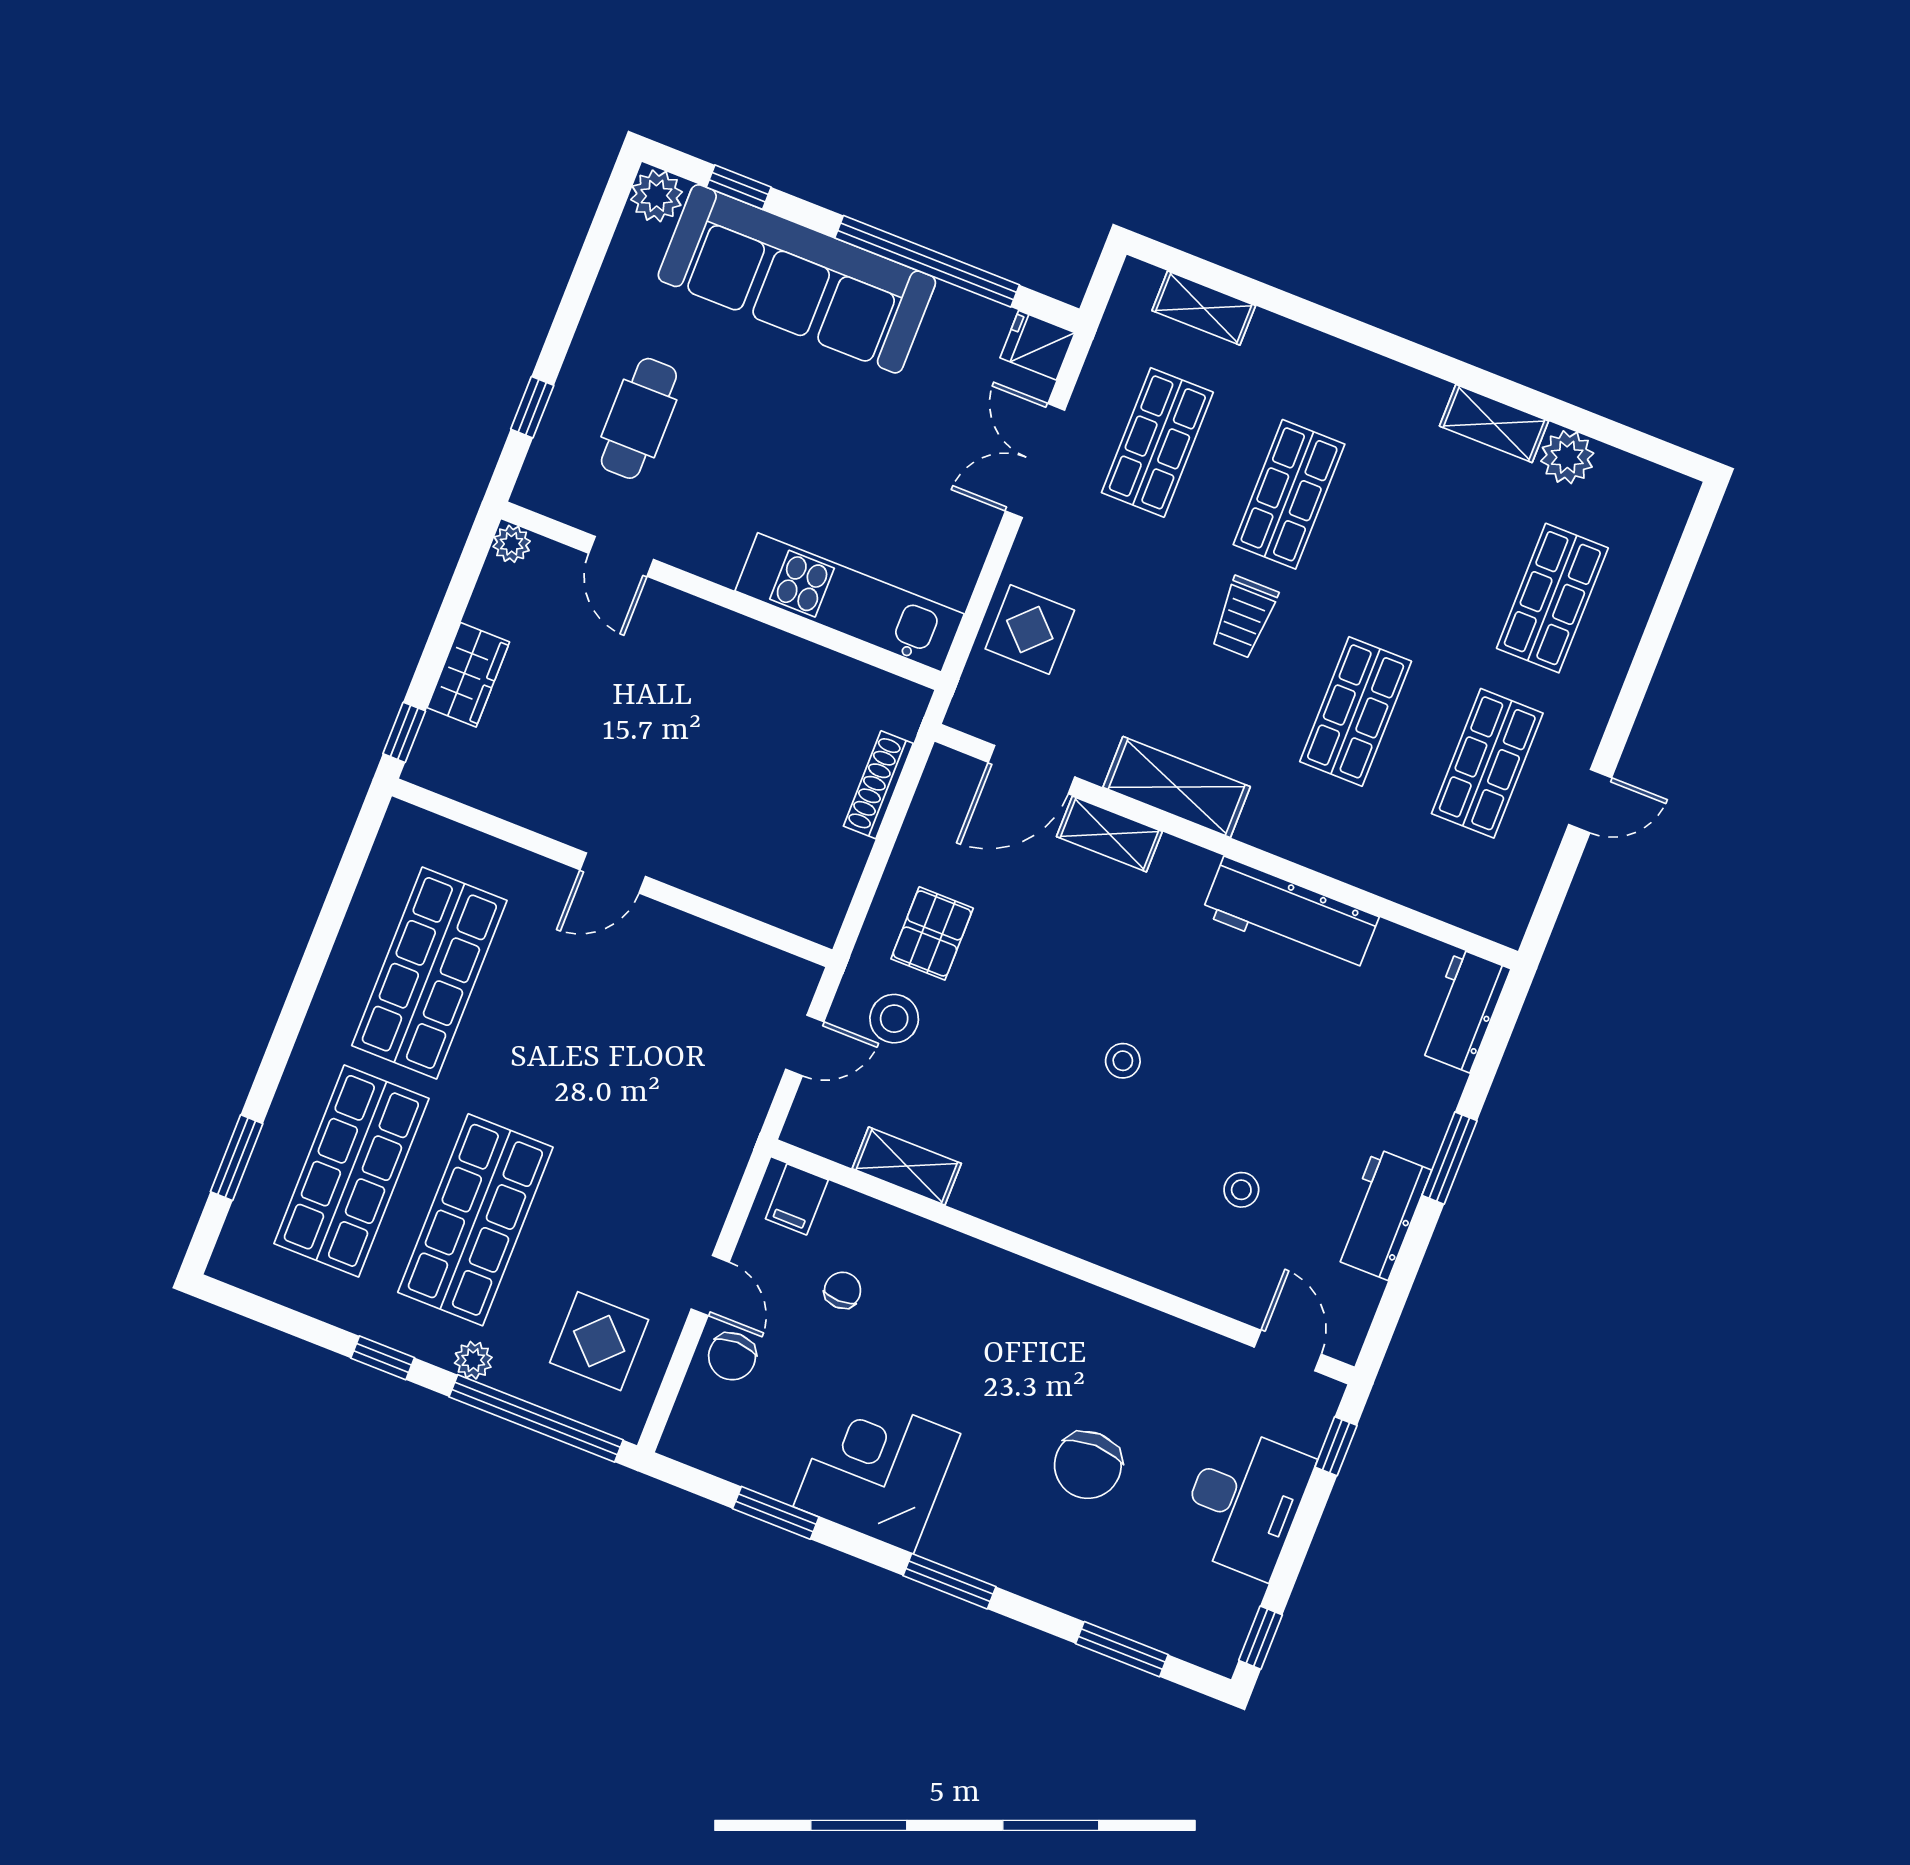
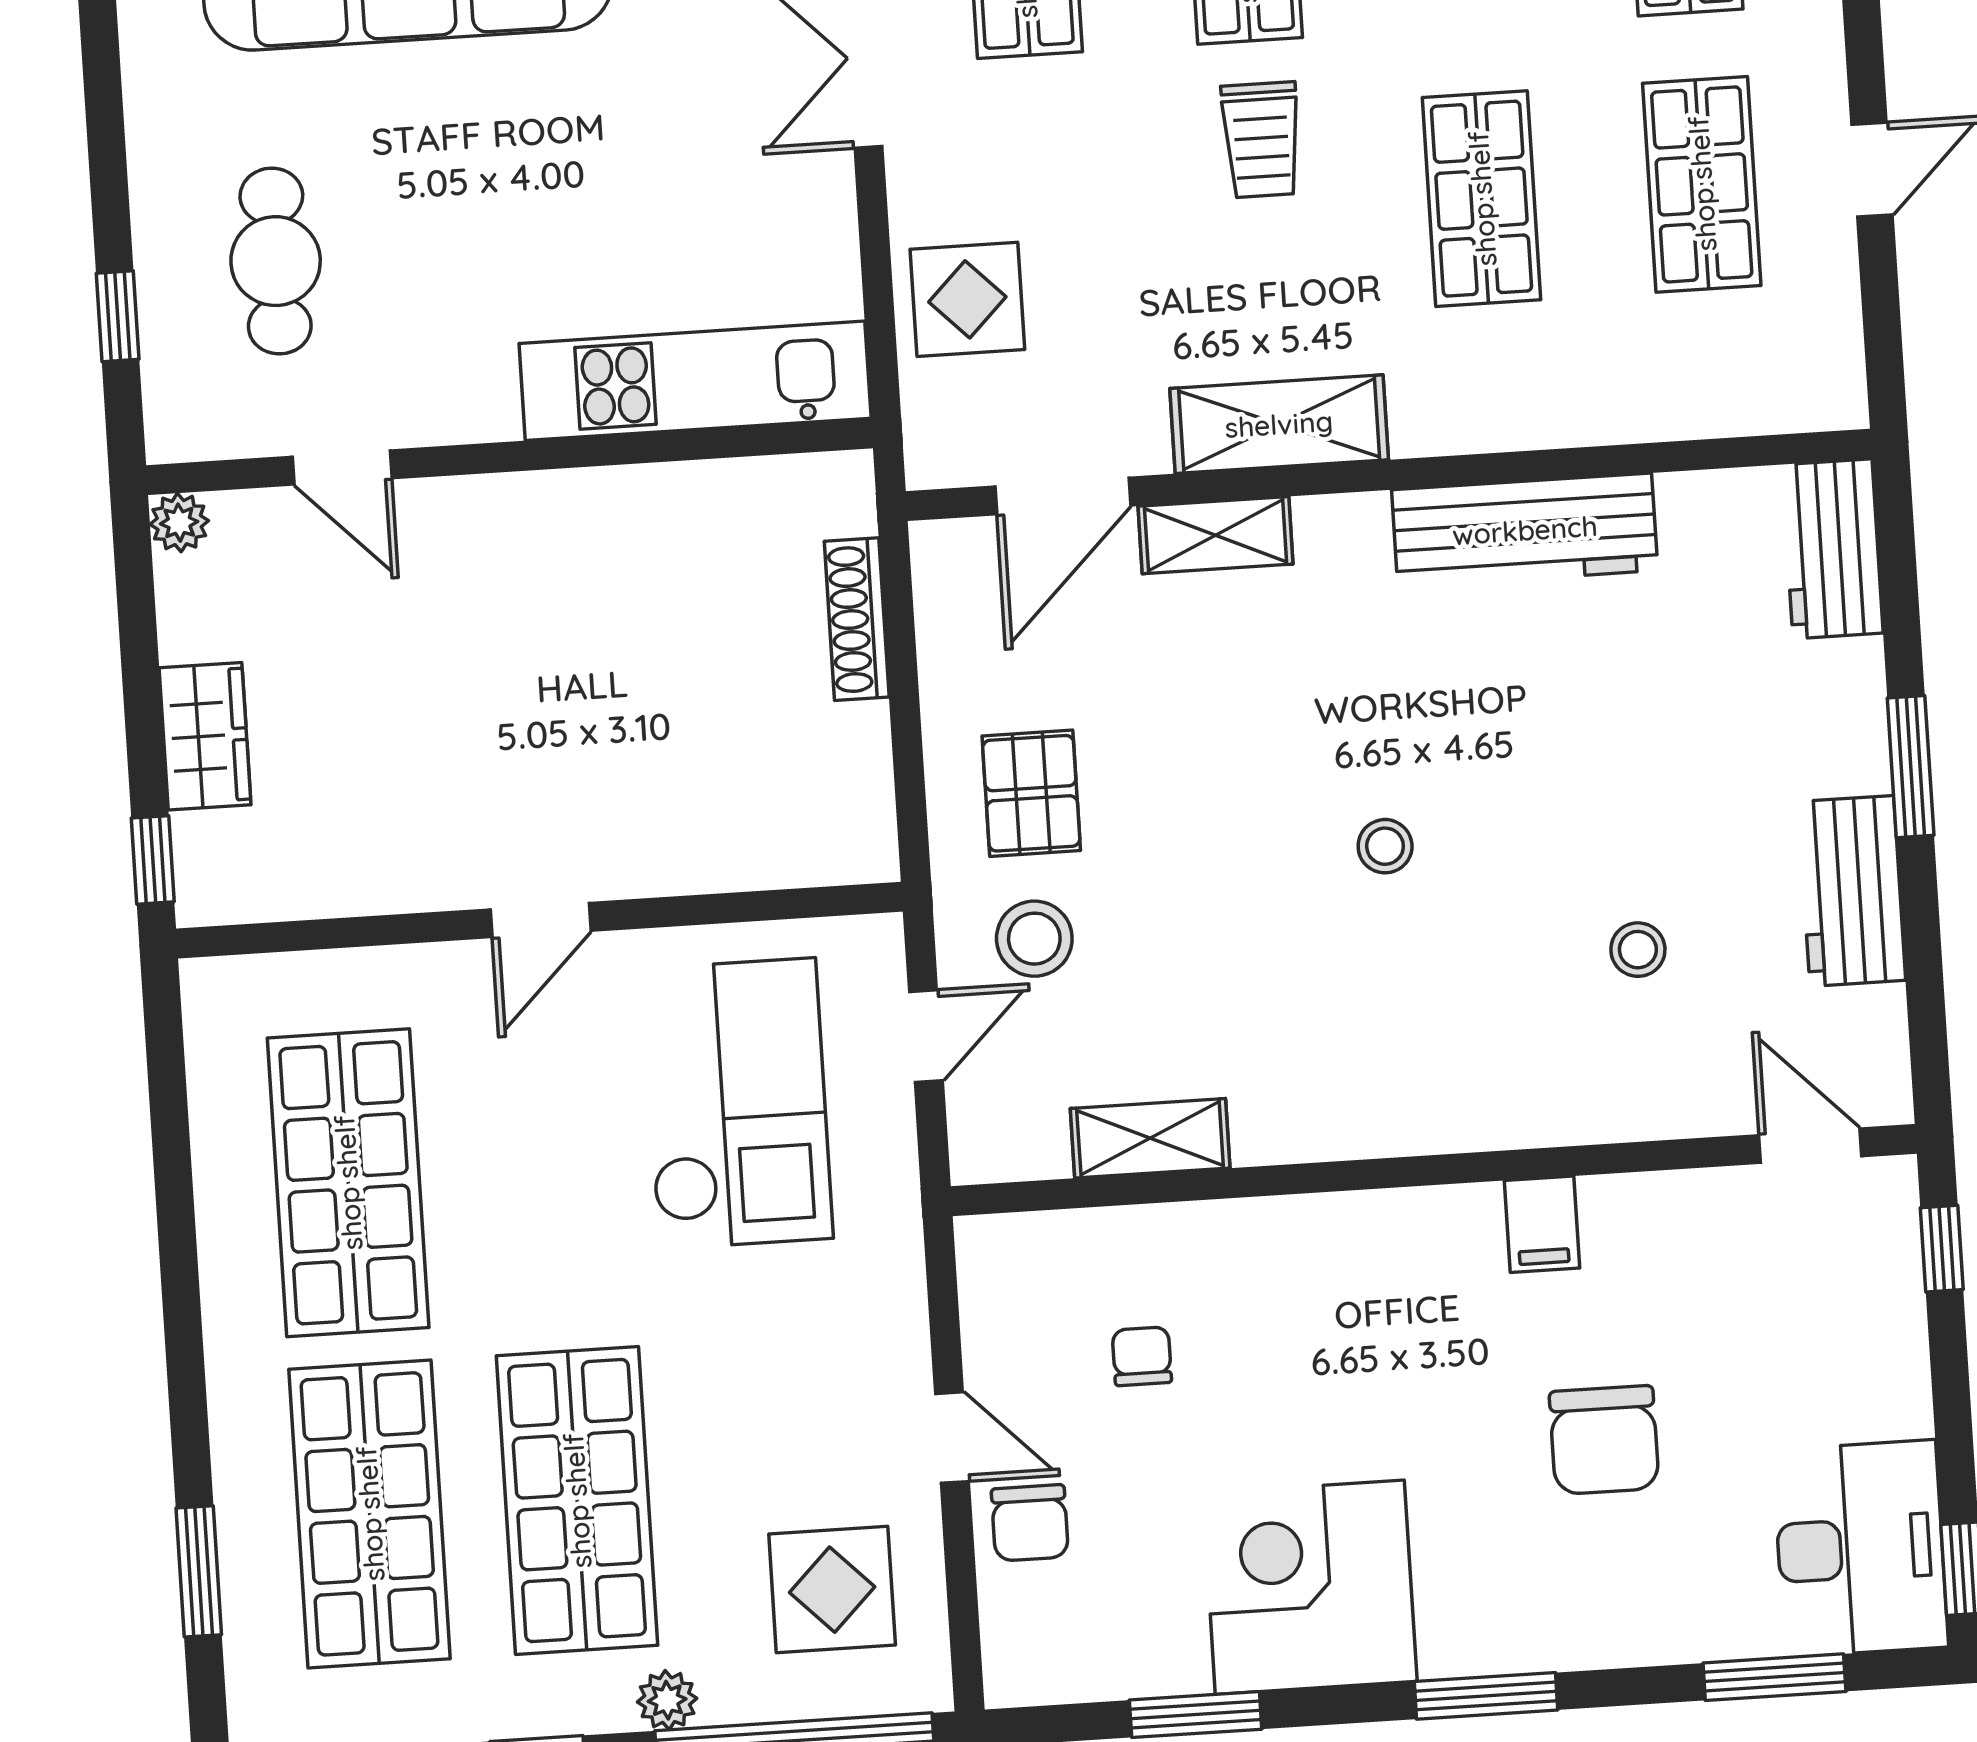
checkout: (676, 1033) -> (737, 1104), added
filing cabinet: (797, 1199) -> (1542, 1224), moved
desk: (1245, 1502) -> (1860, 1548), moved

